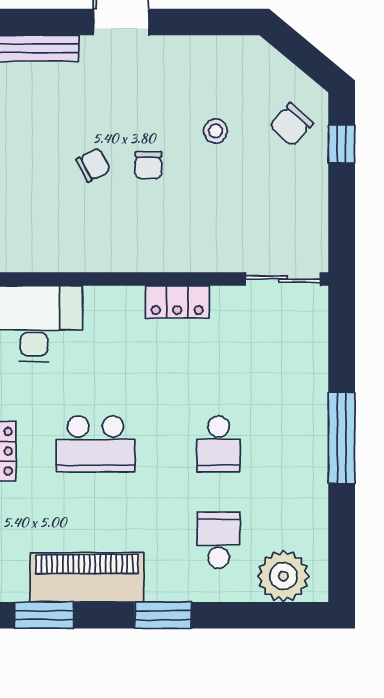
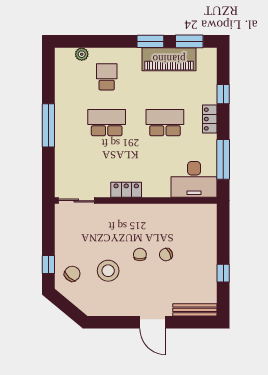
stool: (215, 131) -> (108, 271), width x1.89, depth x1.89
school desk: (219, 444) -> (107, 123), width x1.85
school desk: (219, 540) -> (107, 77), turned 180
plant: (283, 576) -> (82, 54), width x0.53, depth x0.53
window: (163, 615) -> (150, 41), moved

